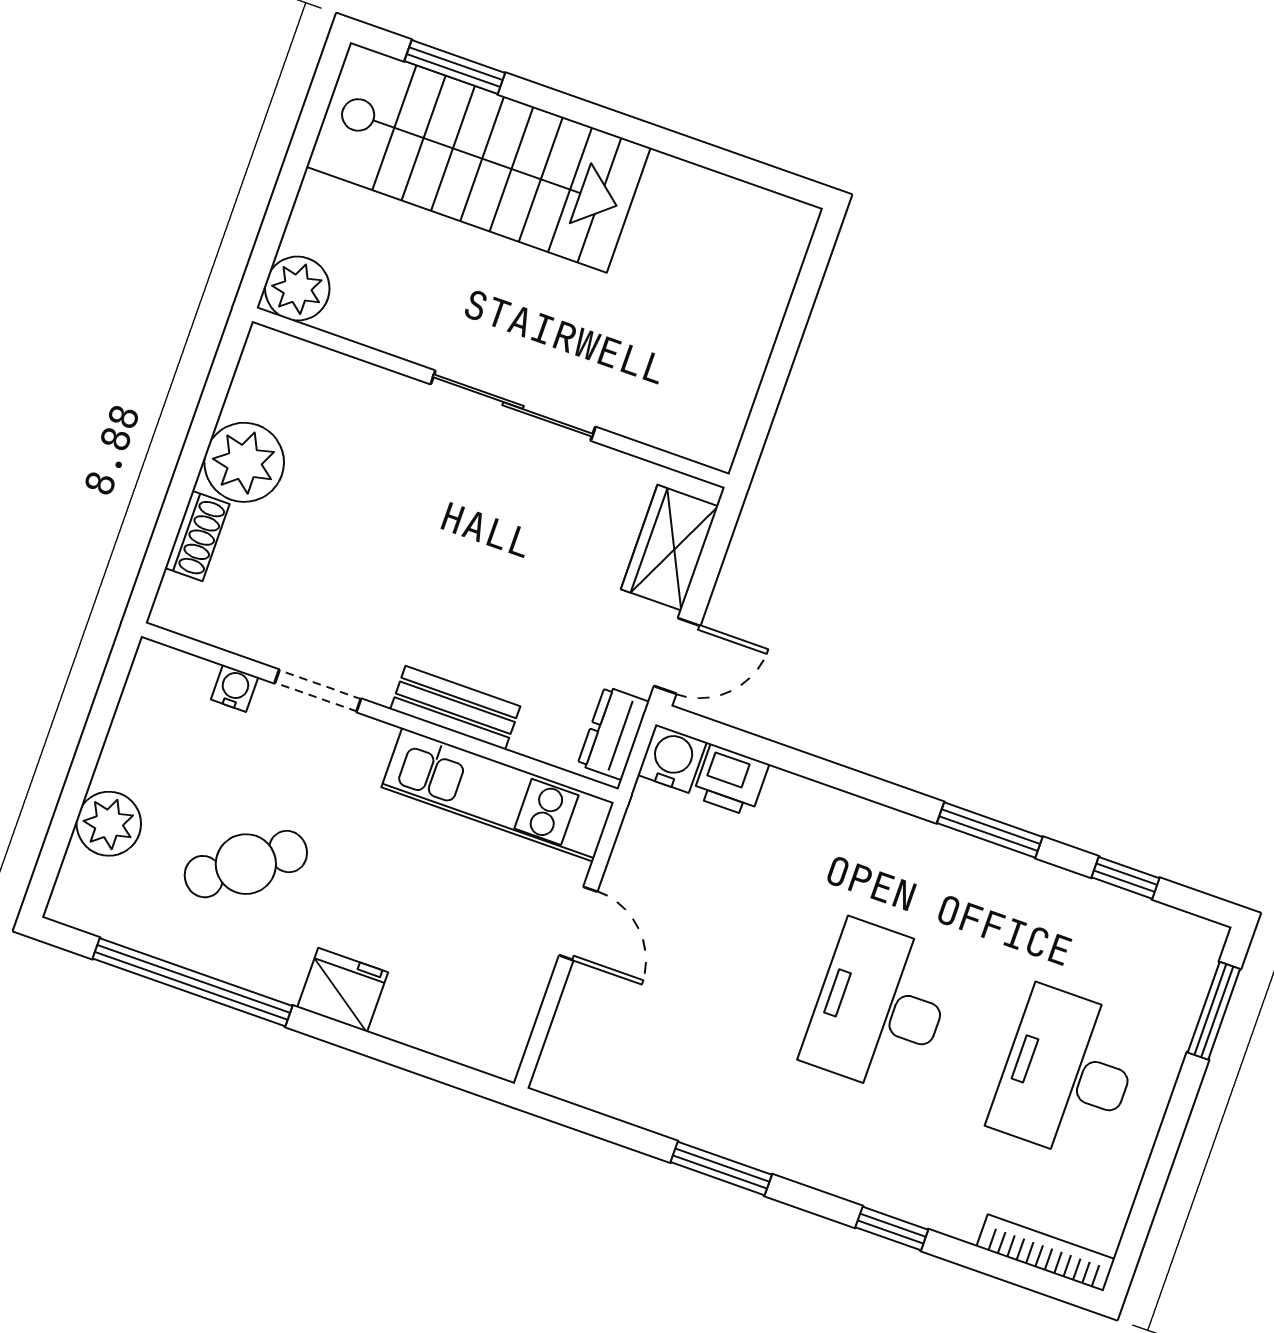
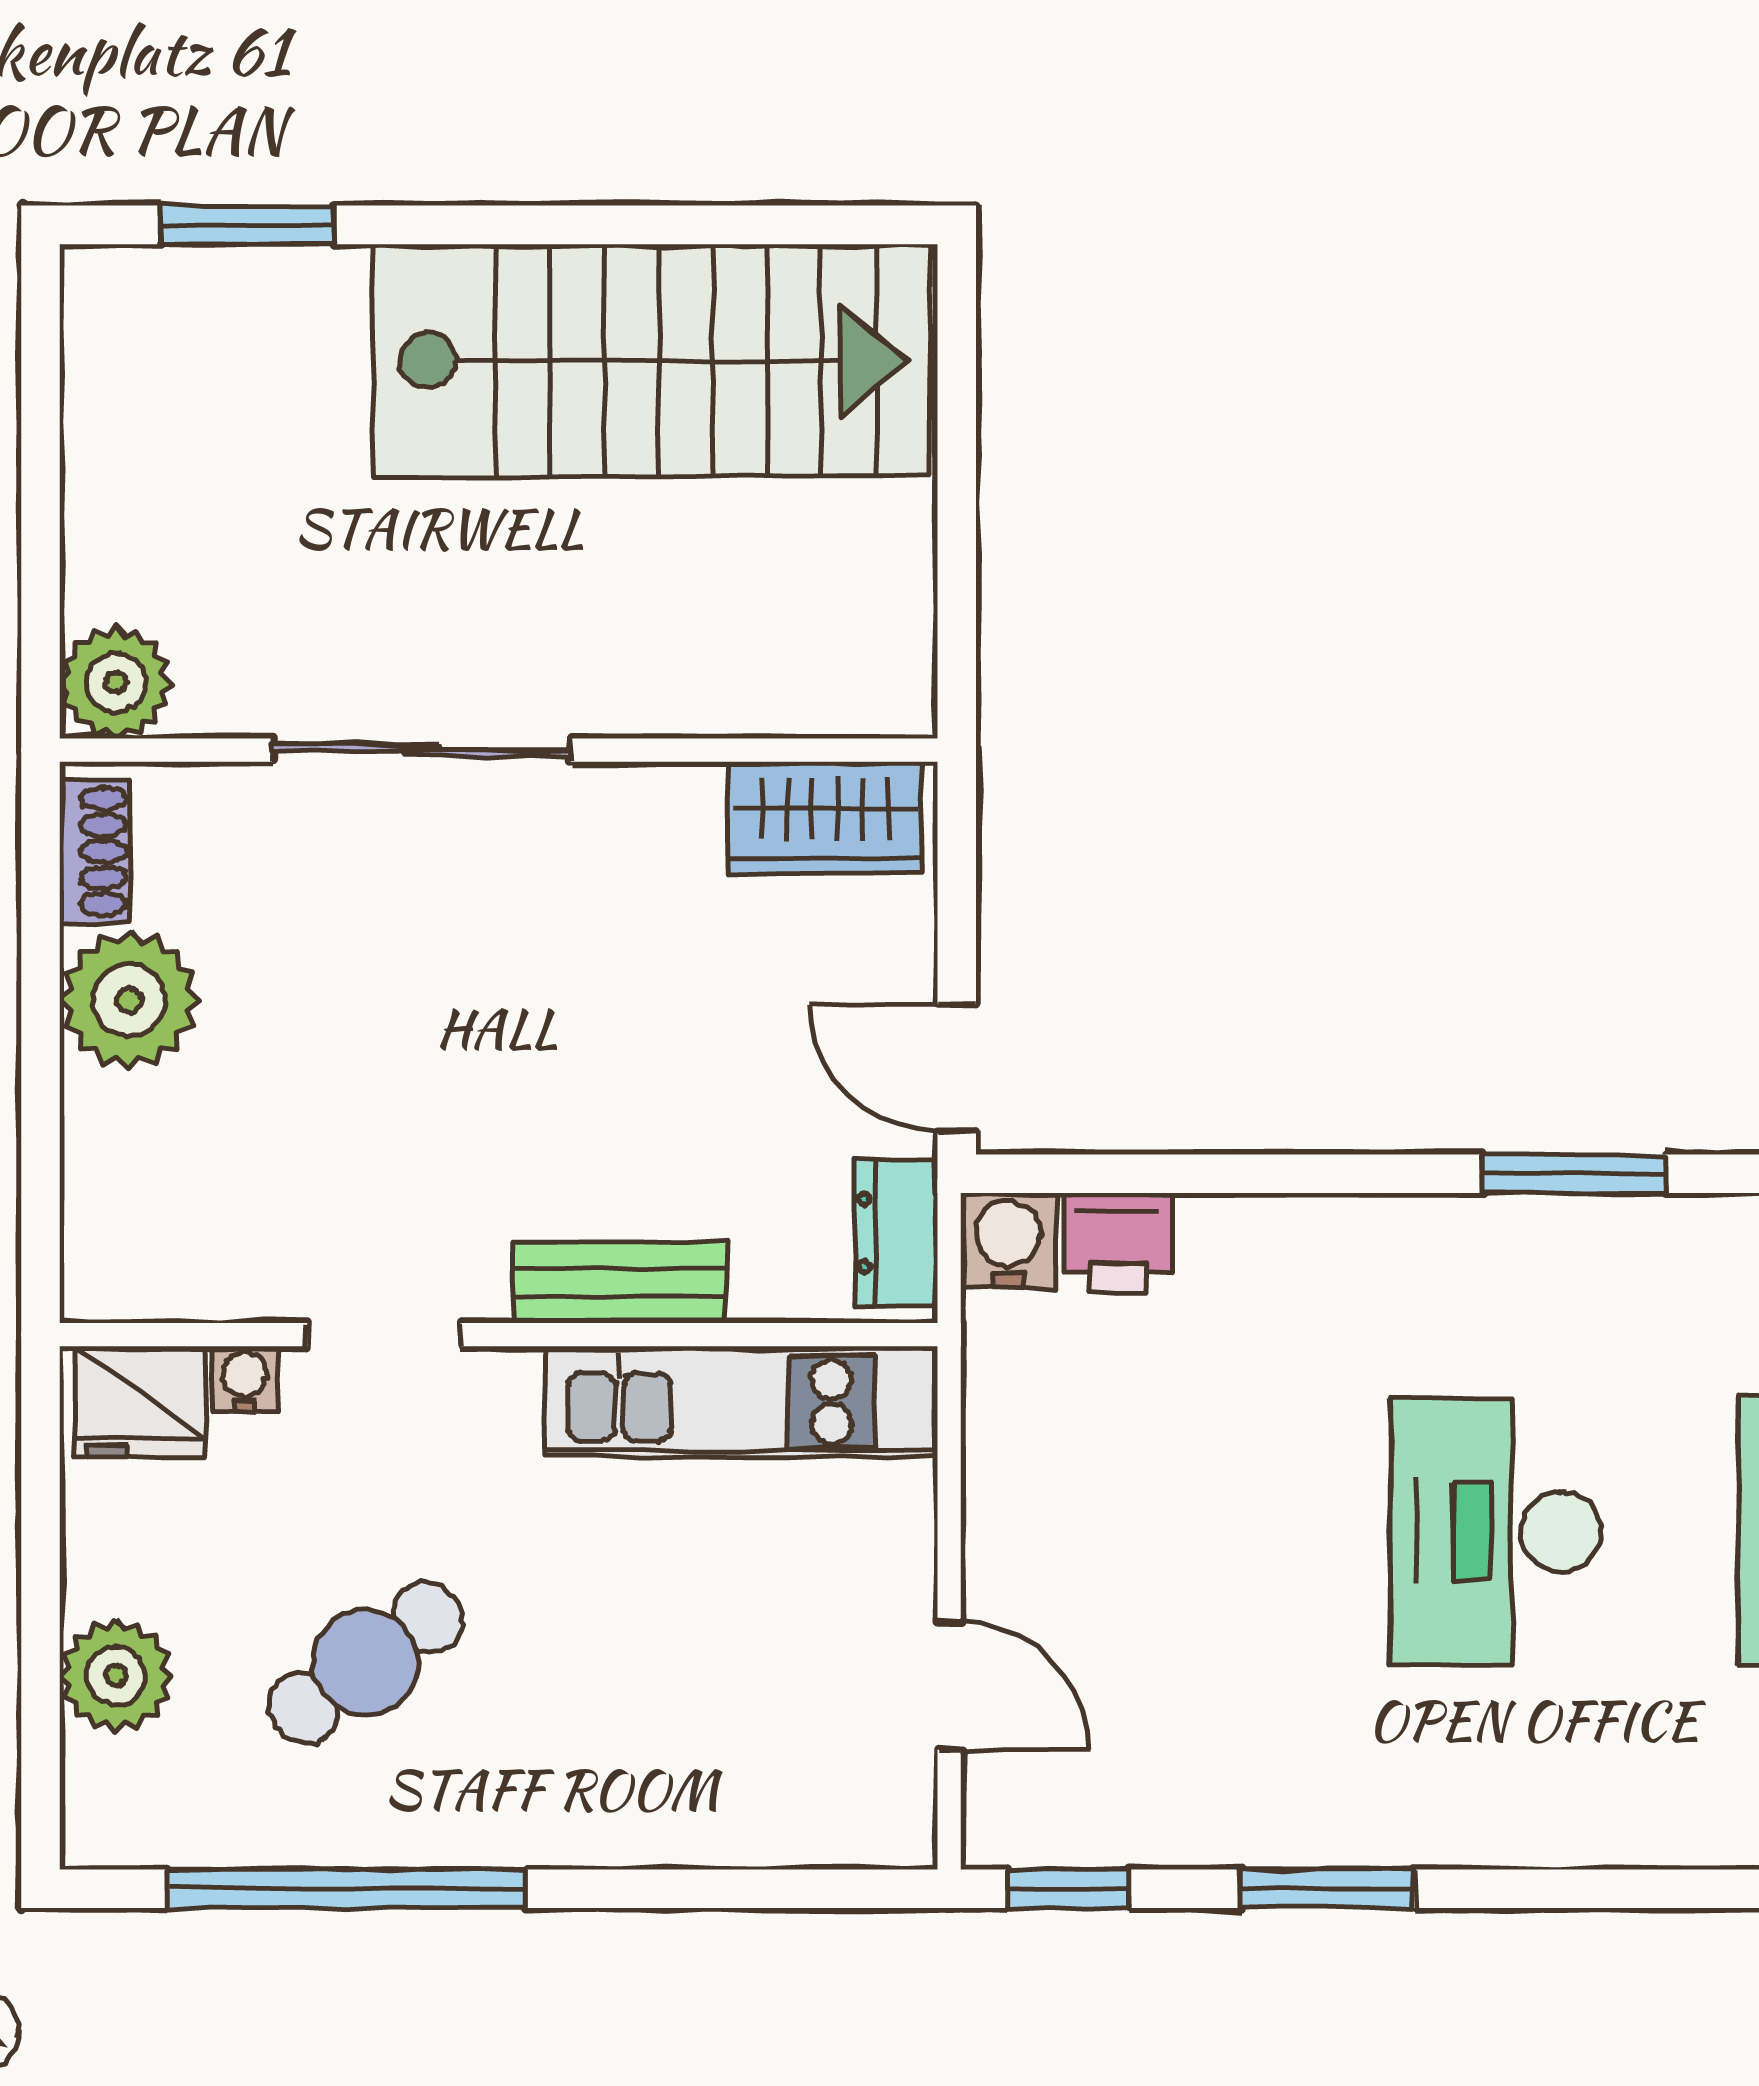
stairs: (478, 157) -> (651, 360), moved
sliding door: (513, 406) -> (421, 750), moved
shoe rack: (197, 536) -> (95, 851), moved
wardrobe: (670, 548) -> (825, 818), moved, turned -90
door: (677, 656) -> (957, 1068), swing flipped
door: (578, 923) -> (949, 1685), moved
fridge: (343, 990) -> (140, 1402), moved, turned 180
window: (892, 1229) -> (1068, 1889), moved

